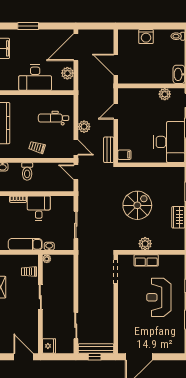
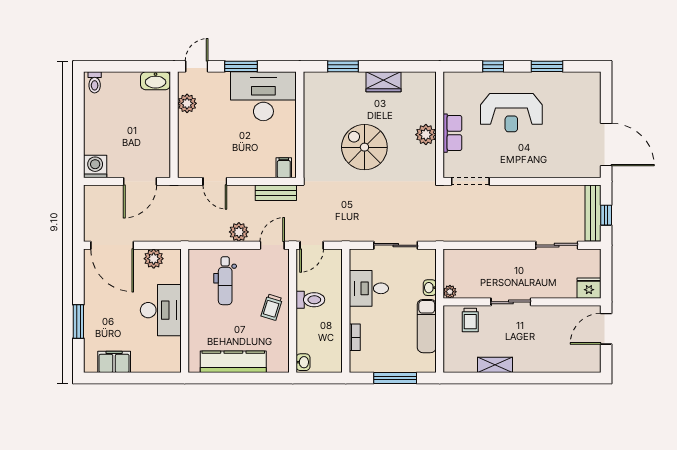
washing machine: (146, 37) -> (95, 166), moved, turned -90
toilet: (27, 171) -> (310, 300), moved
desk: (39, 208) -> (369, 288), moved

